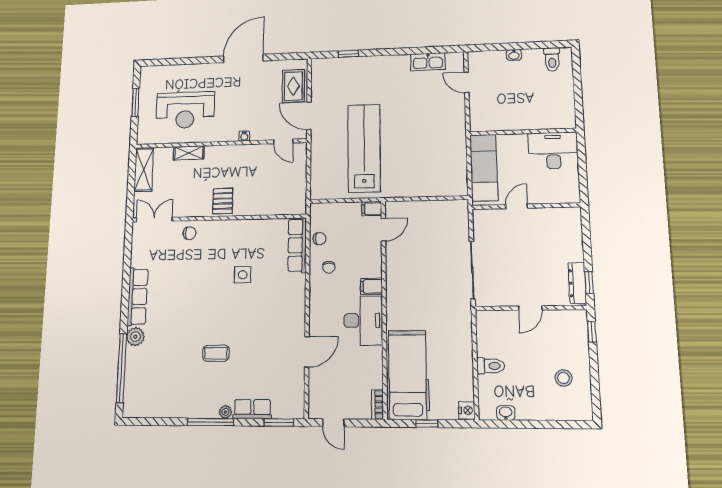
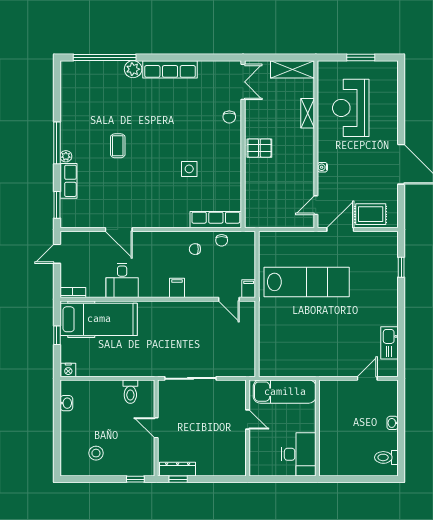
desk: (363, 320) -> (122, 280), moved, width x0.73
toilet: (491, 366) -> (130, 392), moved

